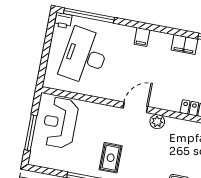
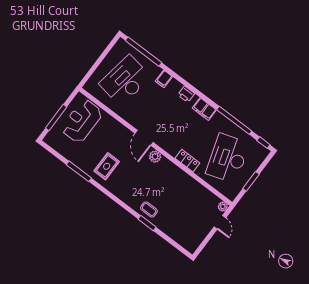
printer: (63, 21) -> (186, 94), moved
filing cabinet: (142, 37) -> (164, 79), moved
door: (135, 107) -> (144, 138), swing flipped

